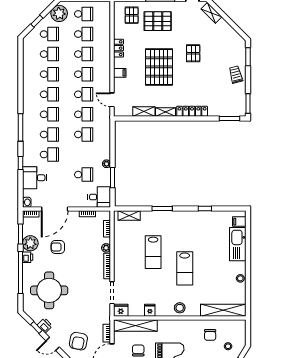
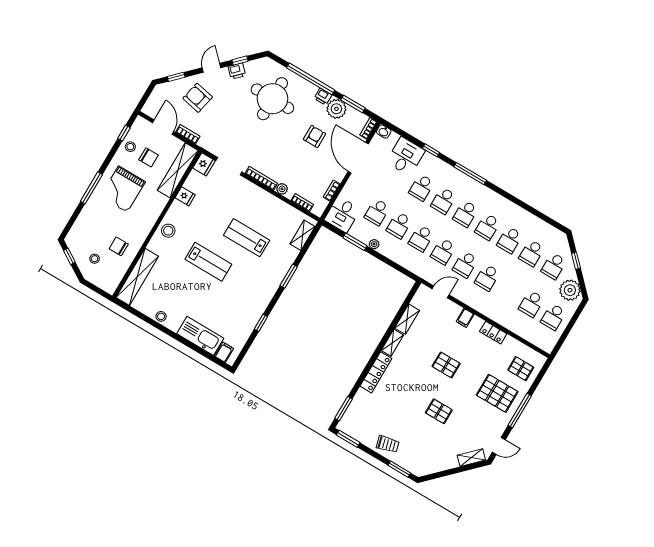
pallet: (158, 21) -> (497, 393), turned 90
school desk: (84, 54) -> (399, 225), moved
pallet: (159, 67) -> (446, 365), width x0.49, depth x0.50
lab bench: (185, 268) -> (208, 262), turned 180

